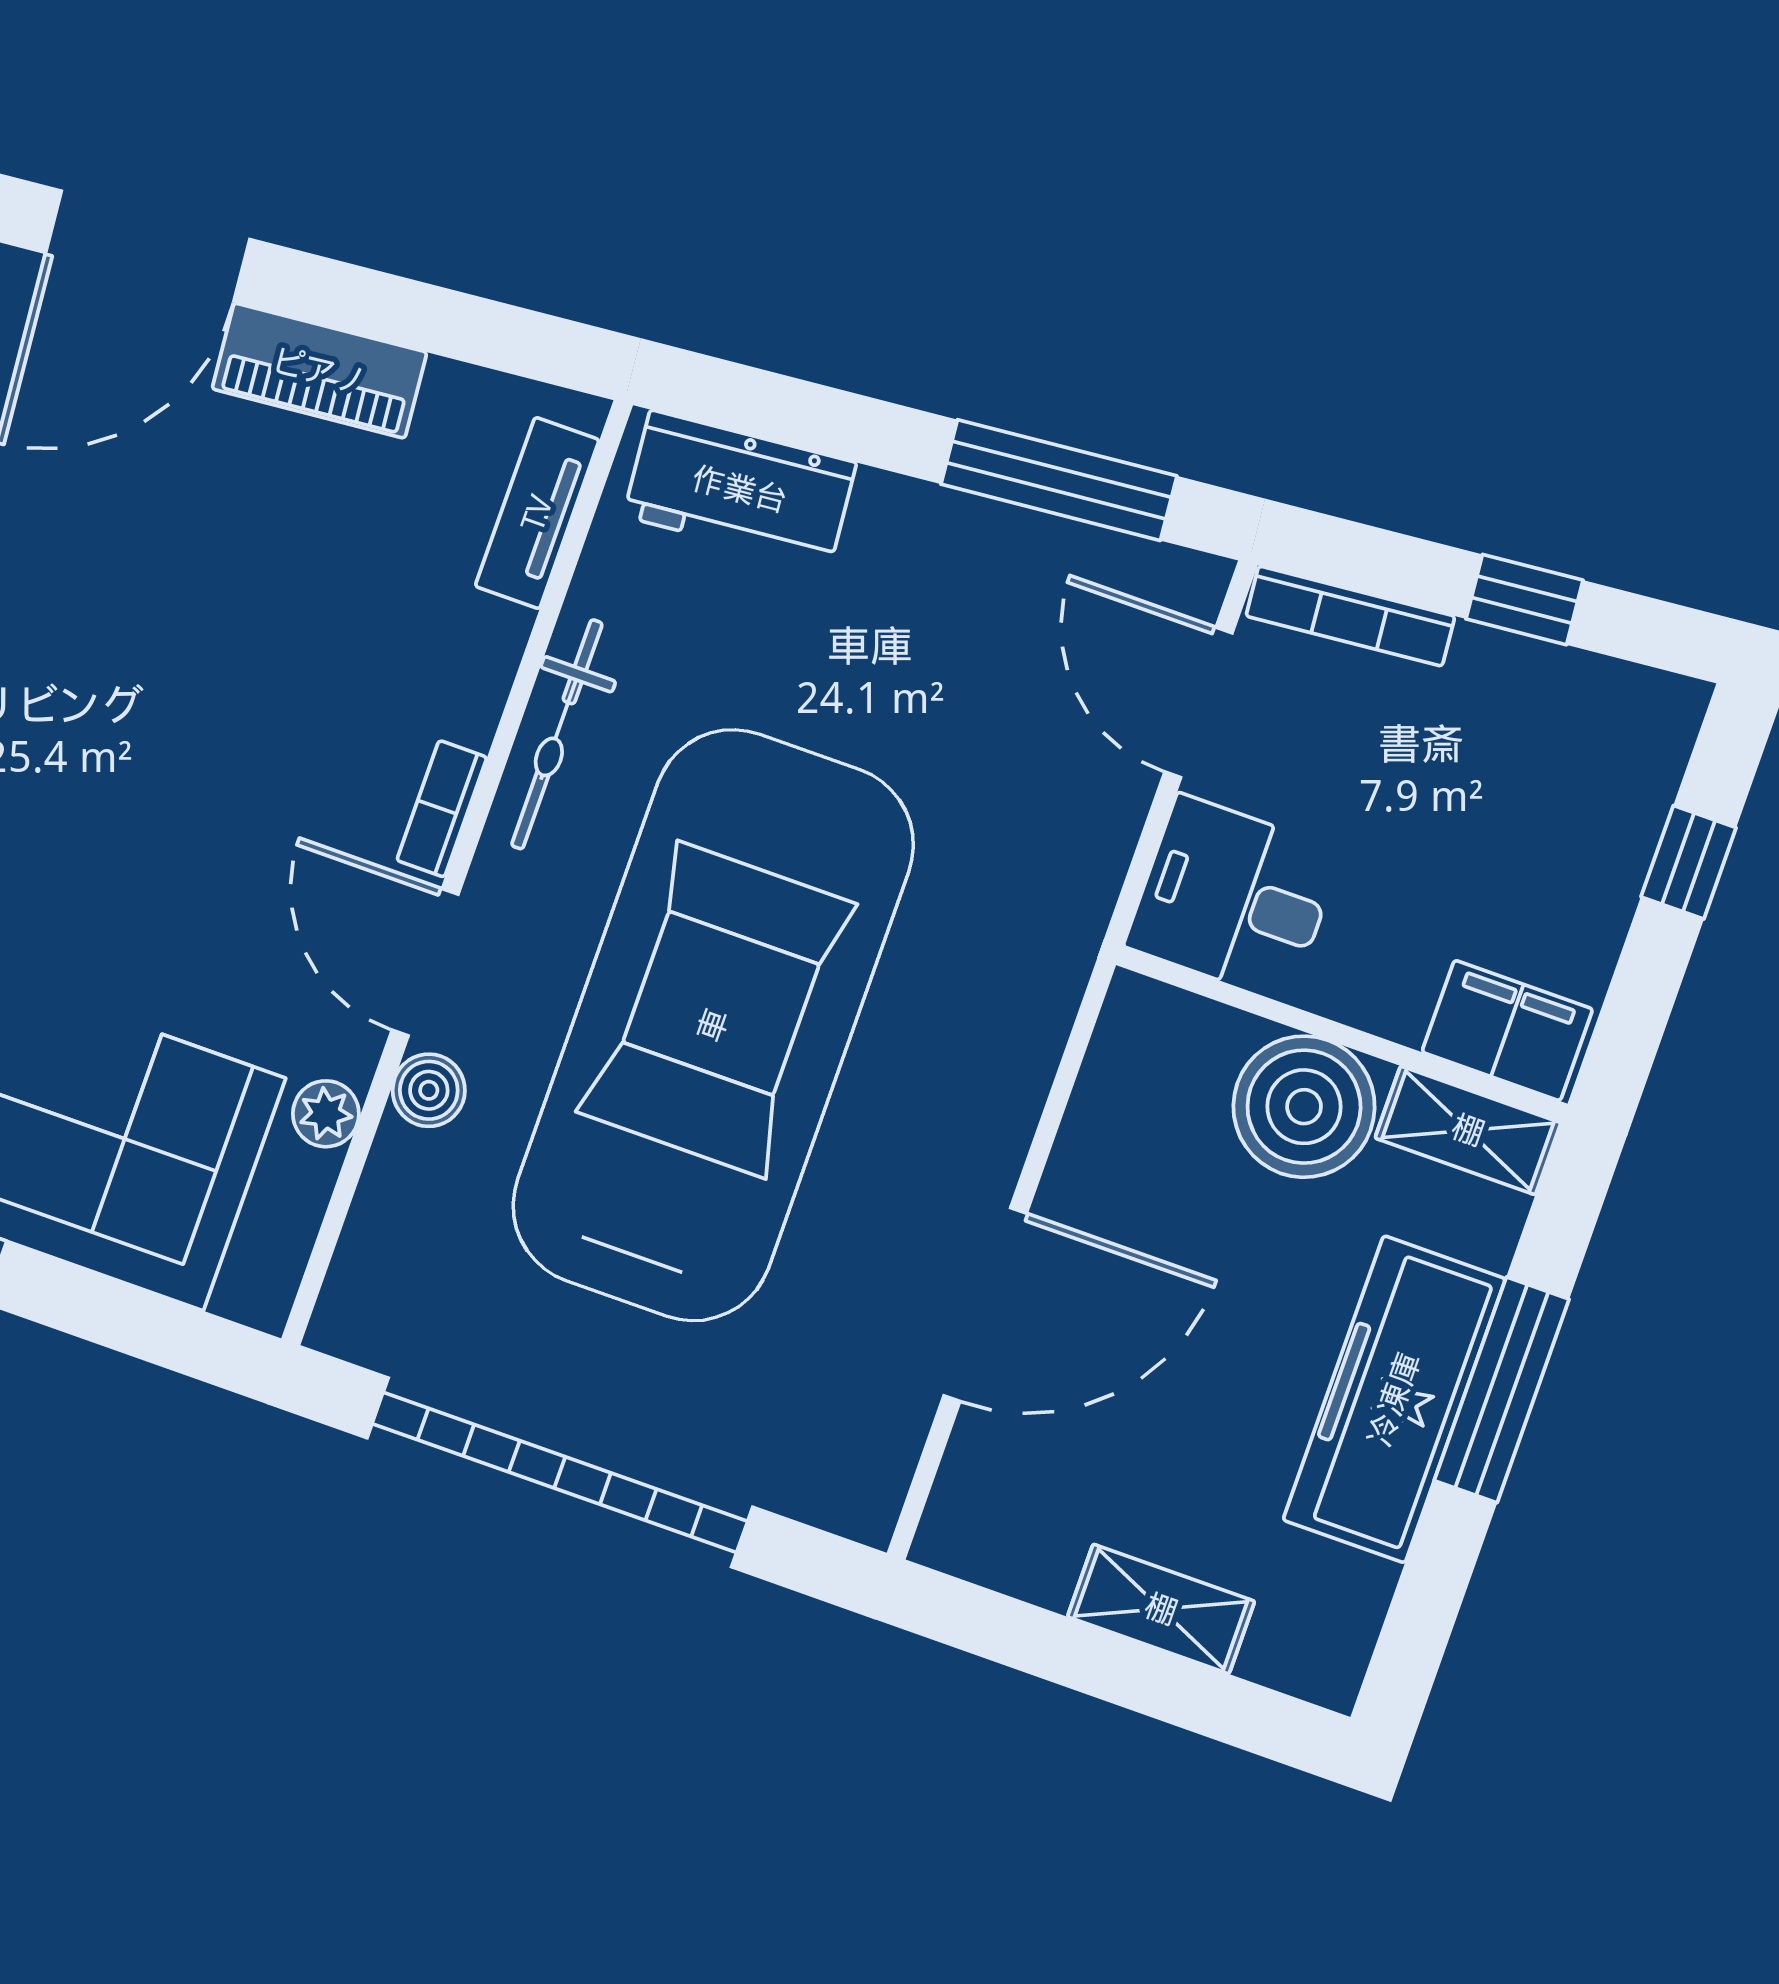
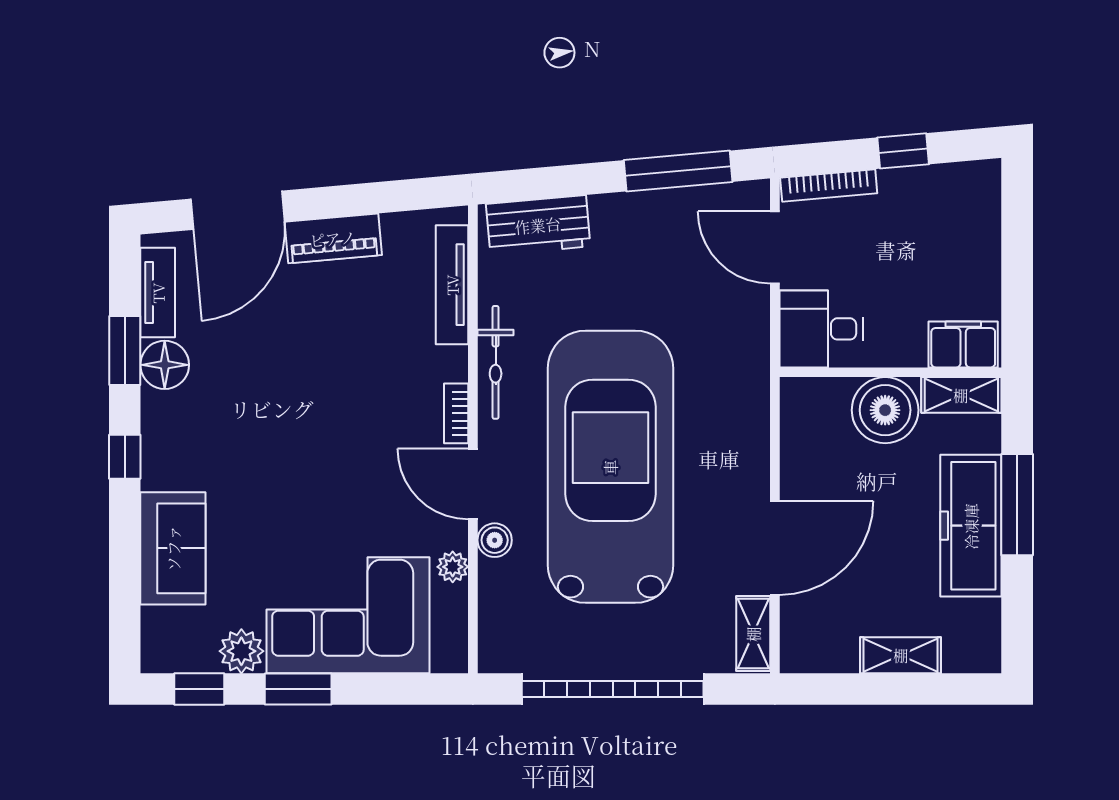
tv unit: (537, 513) -> (452, 285), width x1.41
window: (1689, 862) -> (1017, 242), removed
shelving: (881, 1461) -> (753, 634), added

